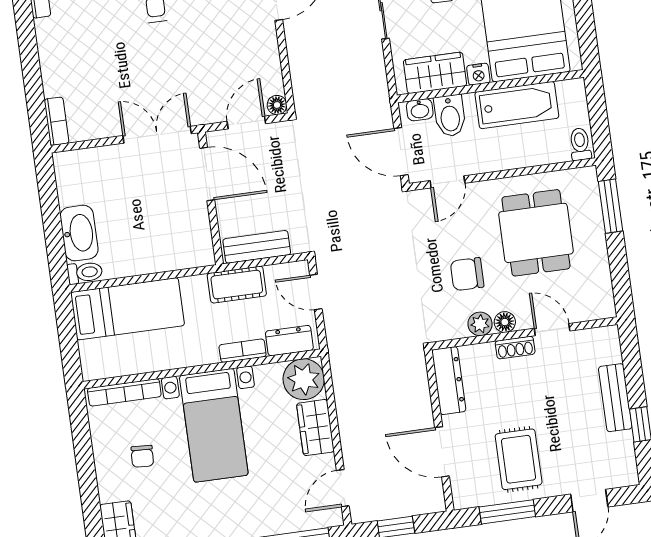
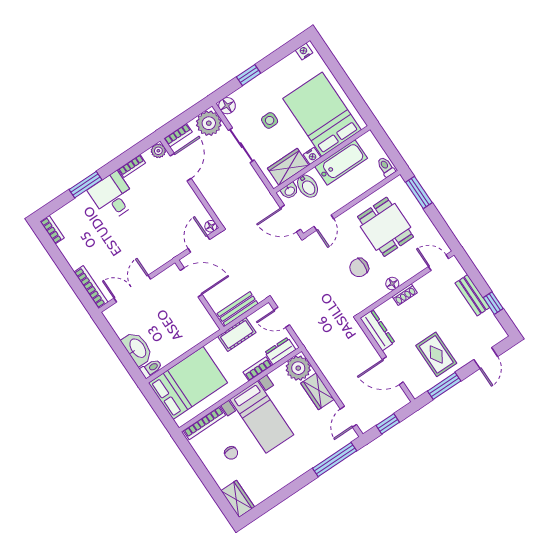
bookcase: (57, 121) -> (91, 287), width x1.56
double door: (157, 135) -> (132, 289), moved
bed: (128, 309) -> (188, 383), width x1.50
plant: (480, 324) -> (379, 291), removed
door: (552, 330) -> (439, 263), moved

